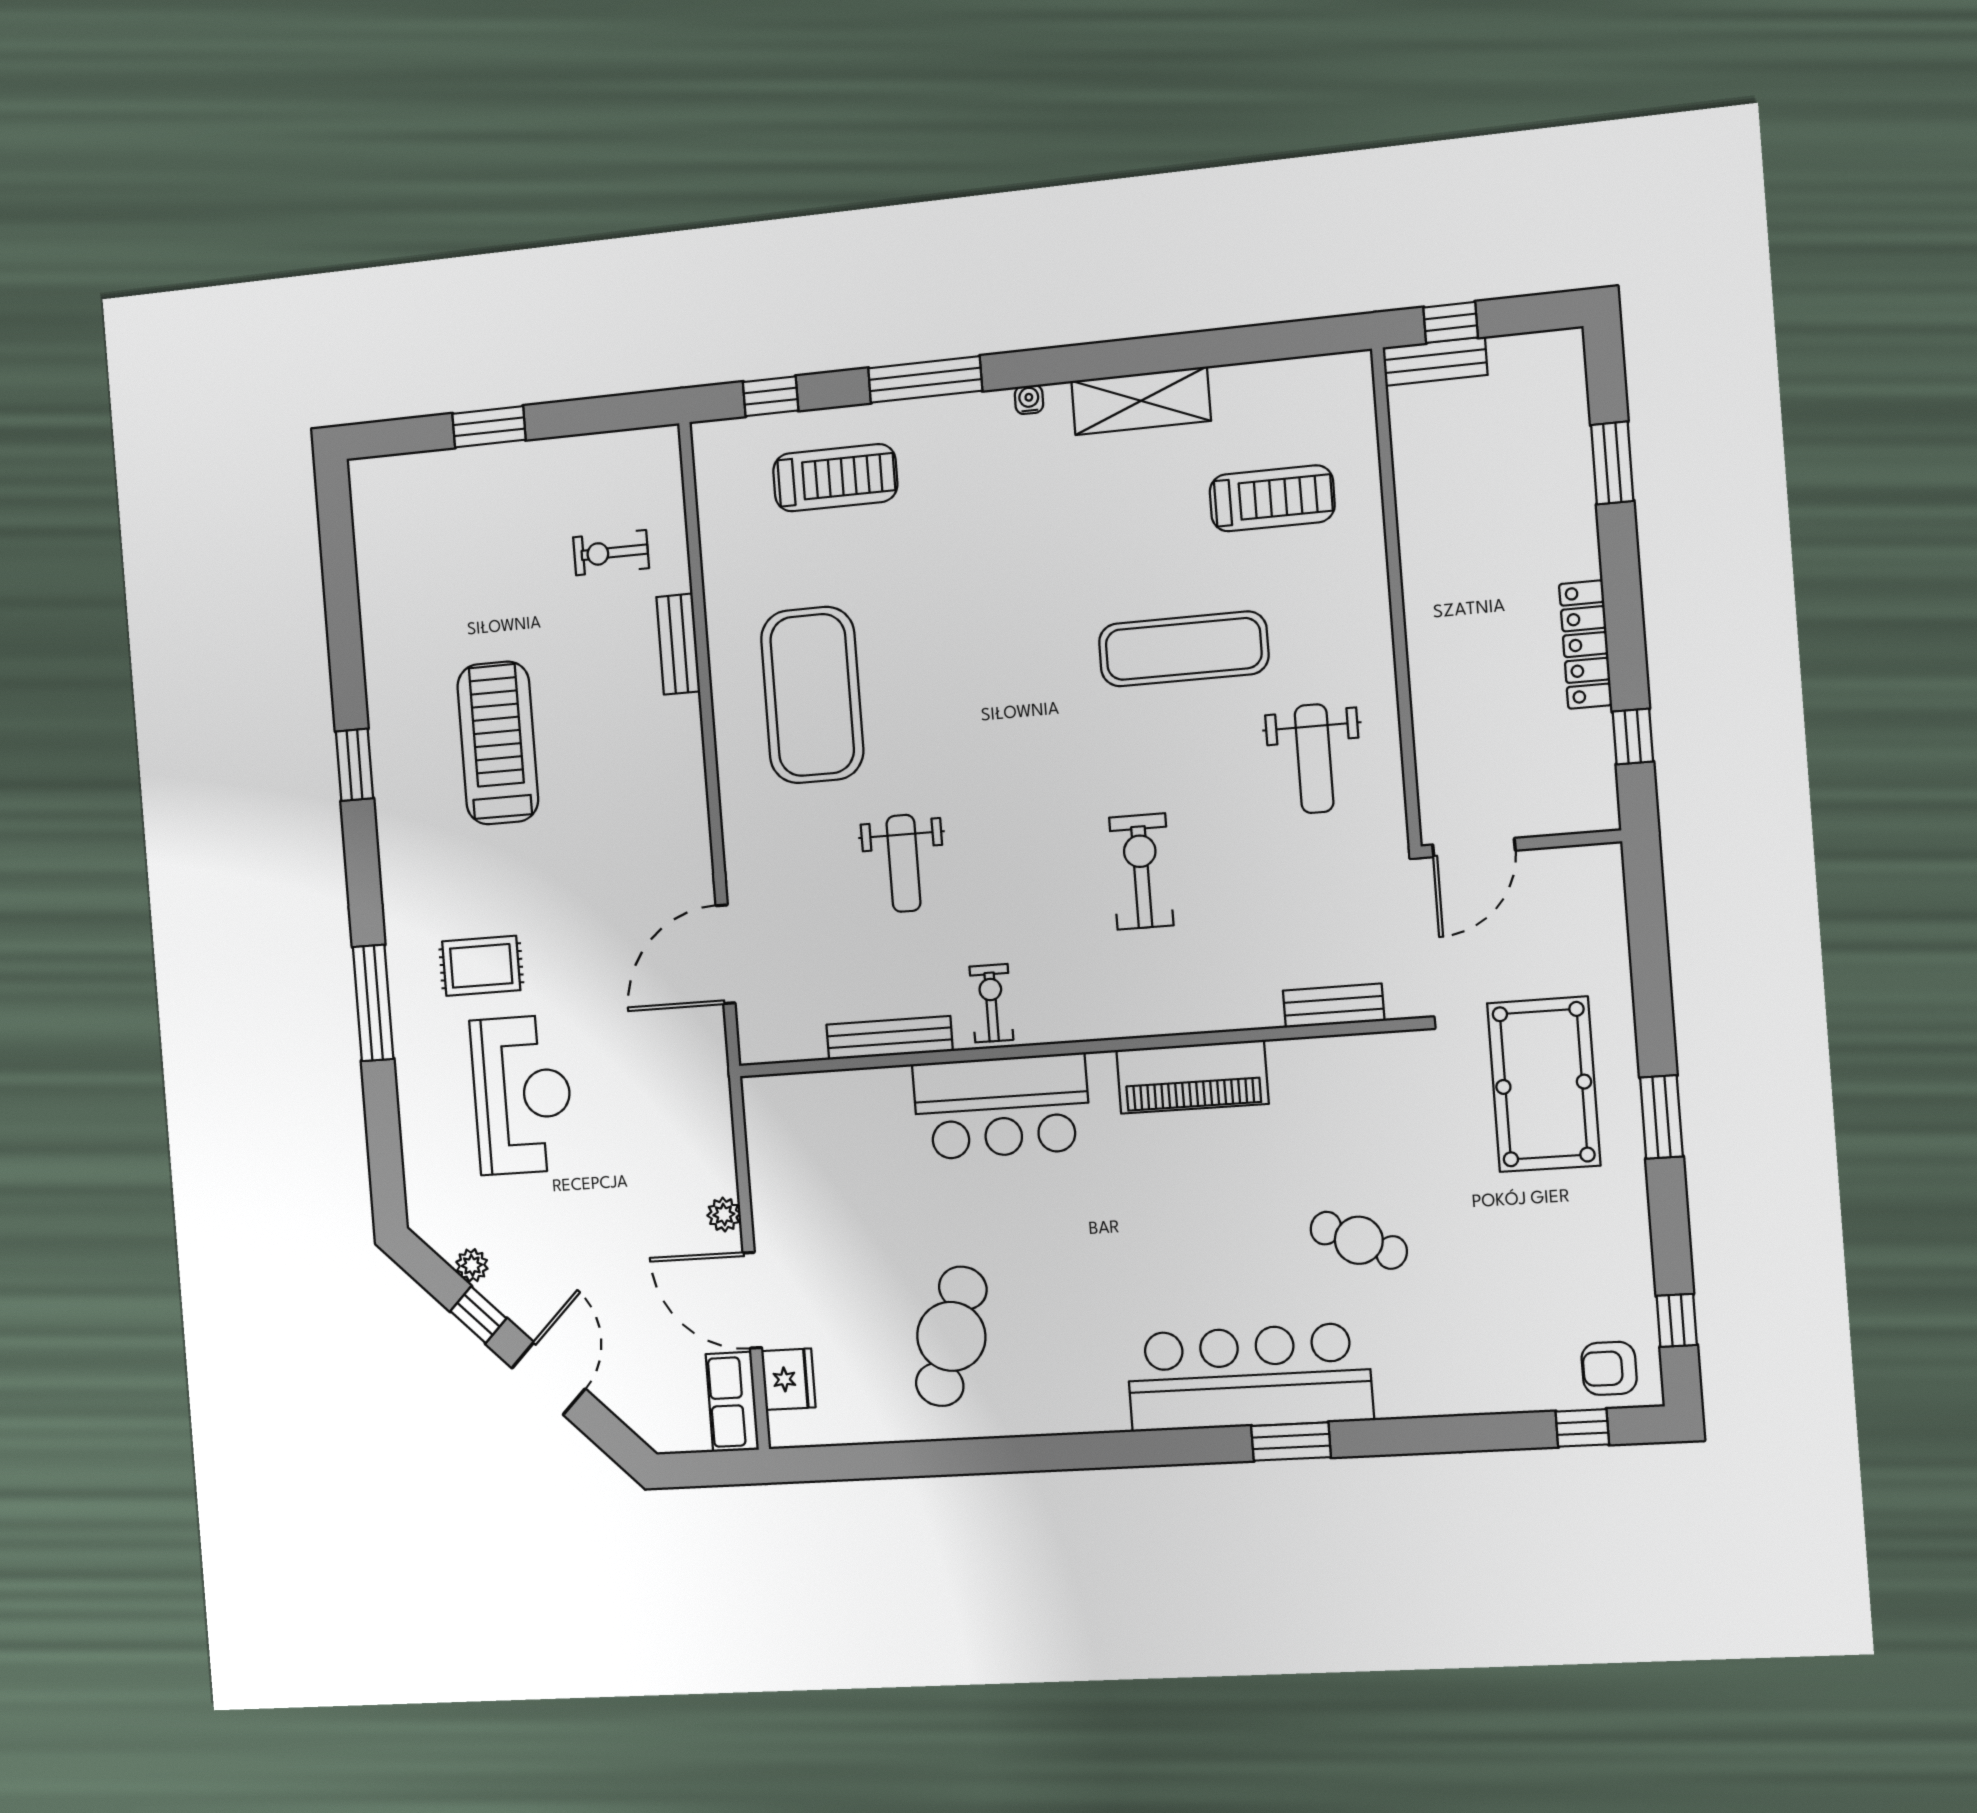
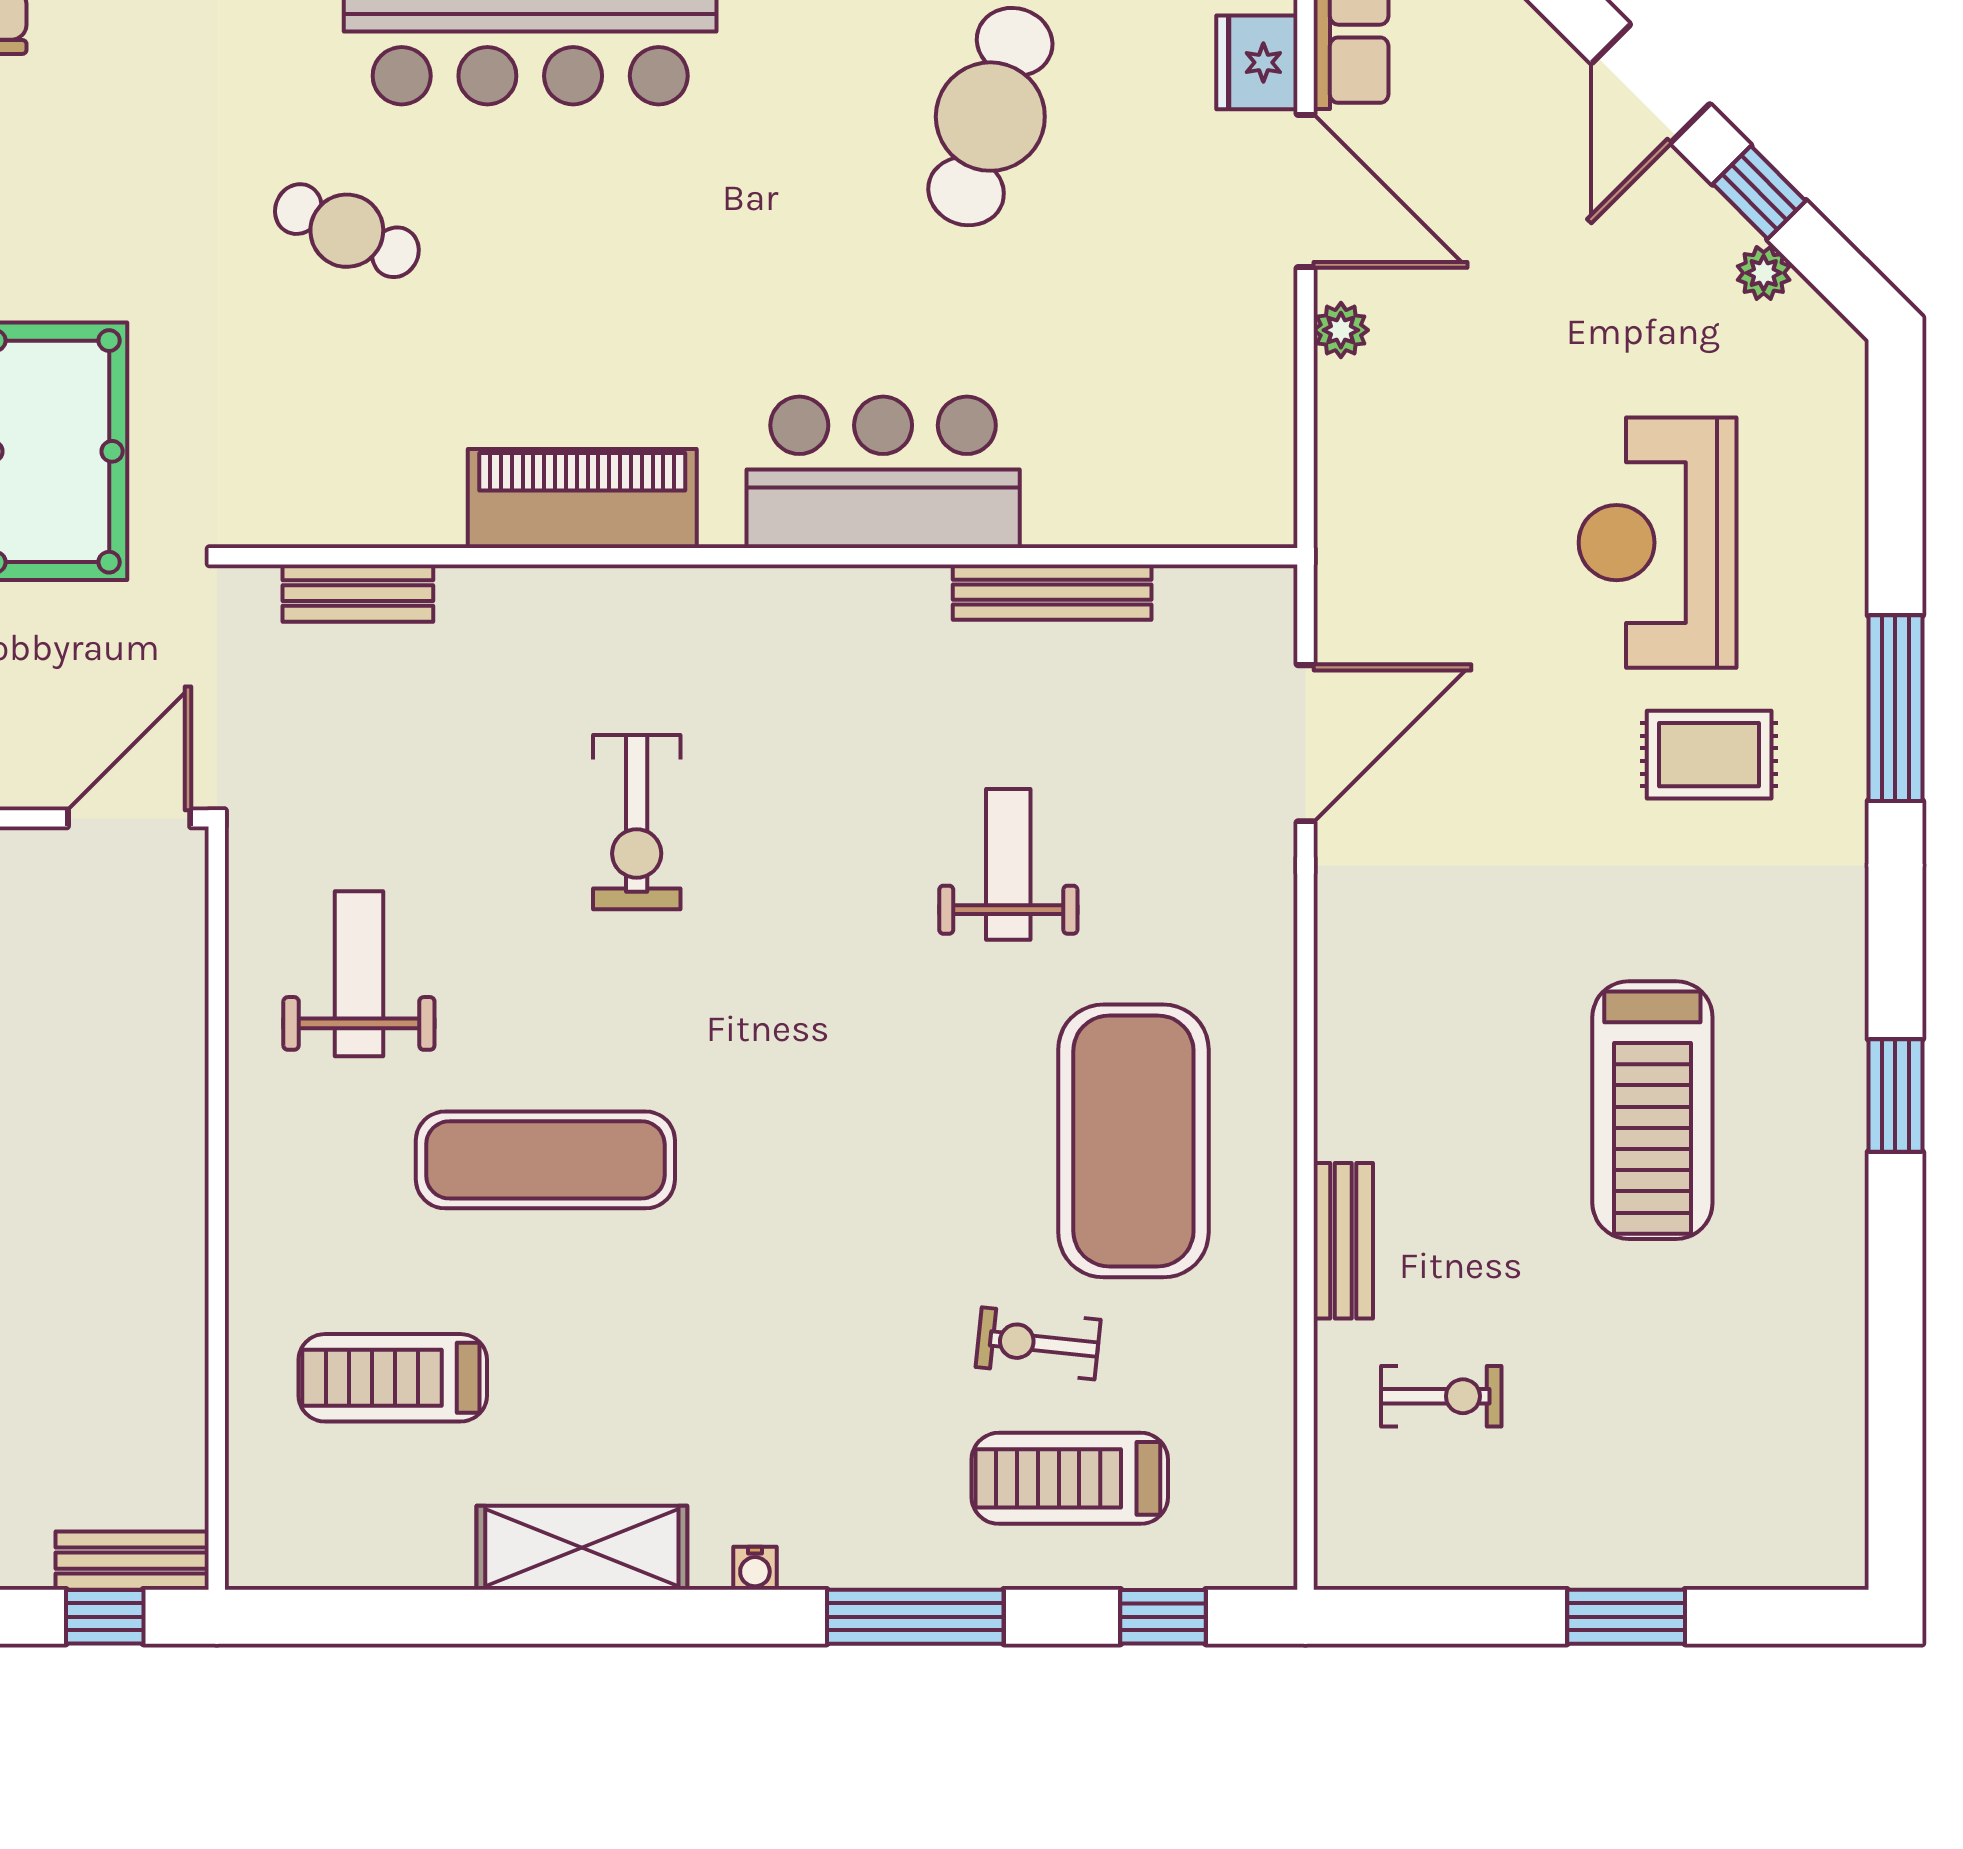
exercise bike: (991, 1003) -> (1038, 1343), moved, turned 96

